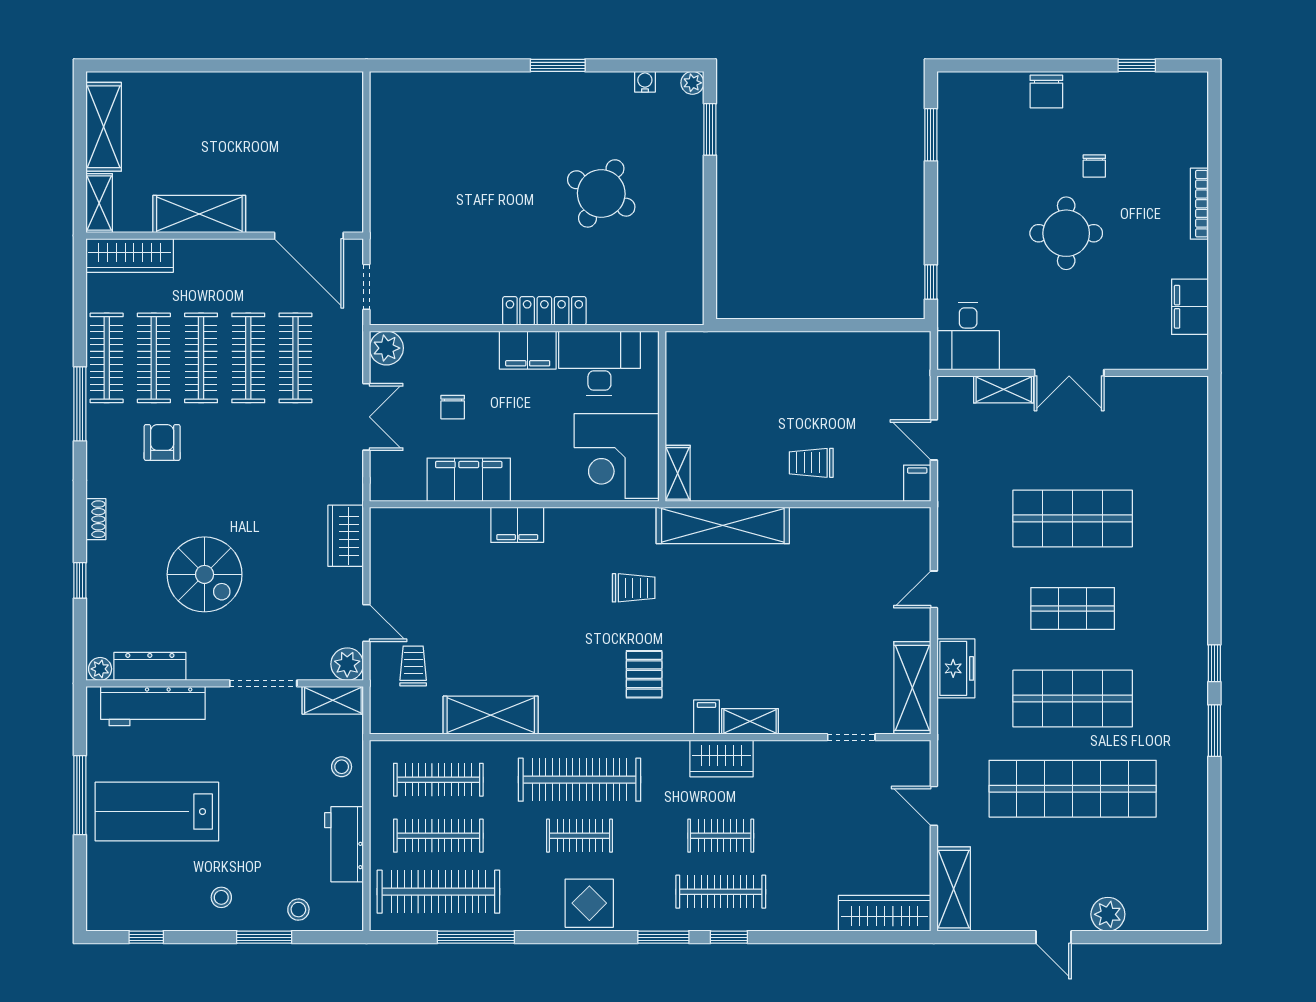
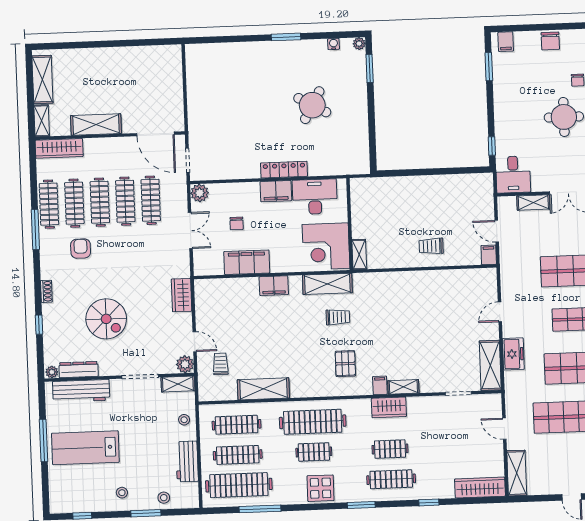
filing cabinet: (964, 90) -> (506, 42), added
shelving: (723, 525) -> (327, 284), moved, width x0.68
window: (729, 937) -> (429, 502), moved

